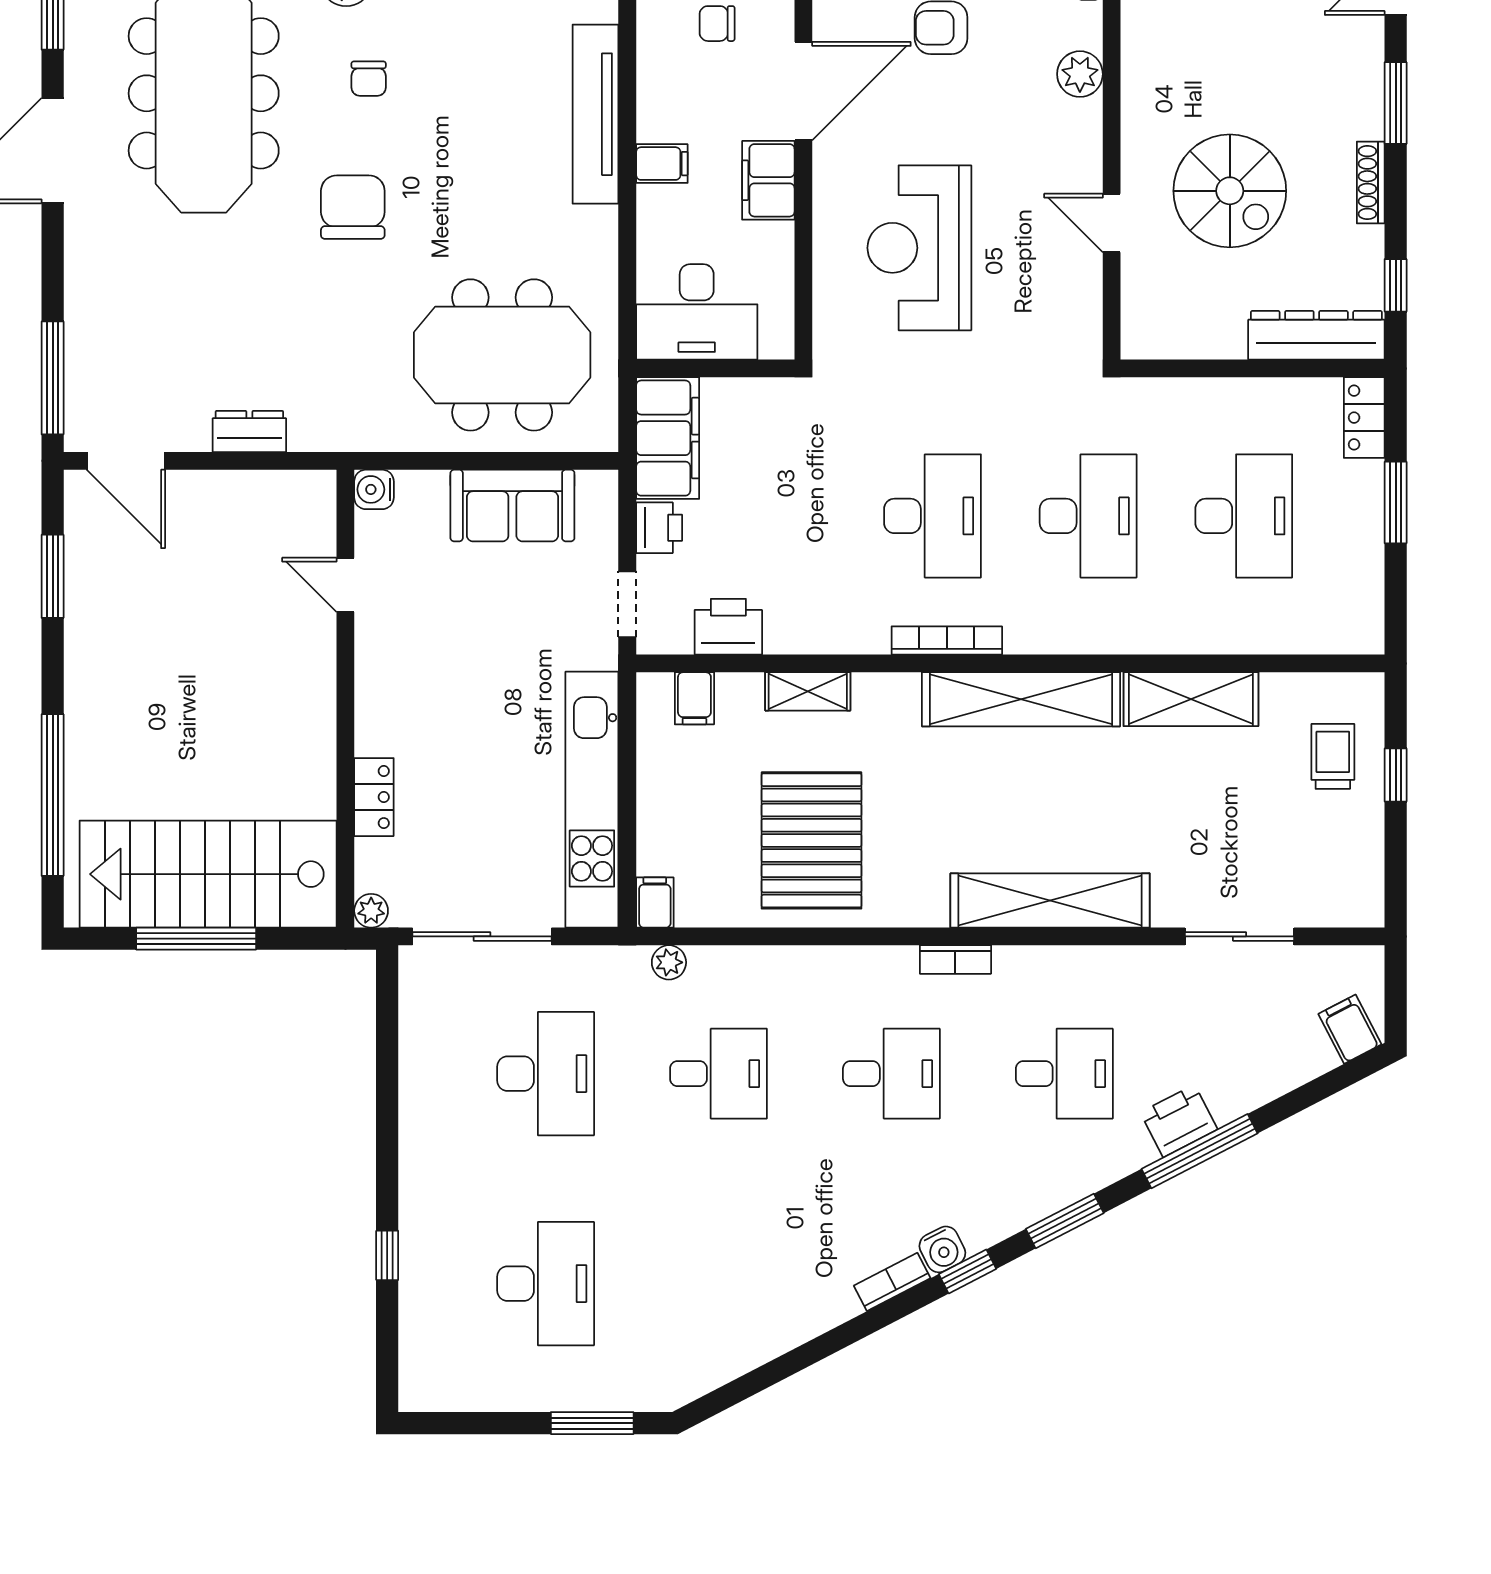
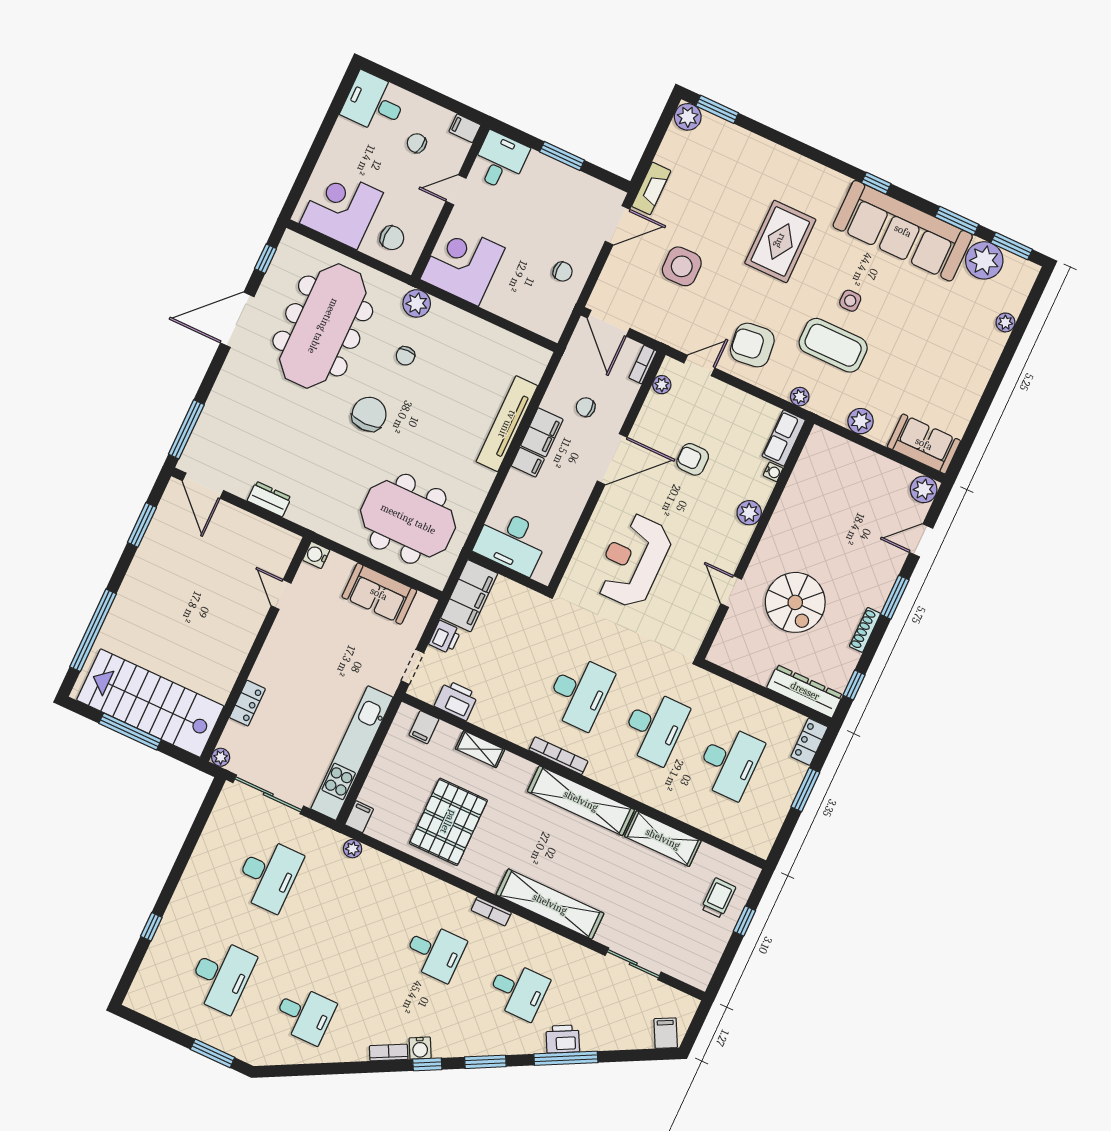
filing cabinet: (768, 180) -> (542, 432), moved, turned 180
desk: (718, 1074) -> (305, 1015), moved

